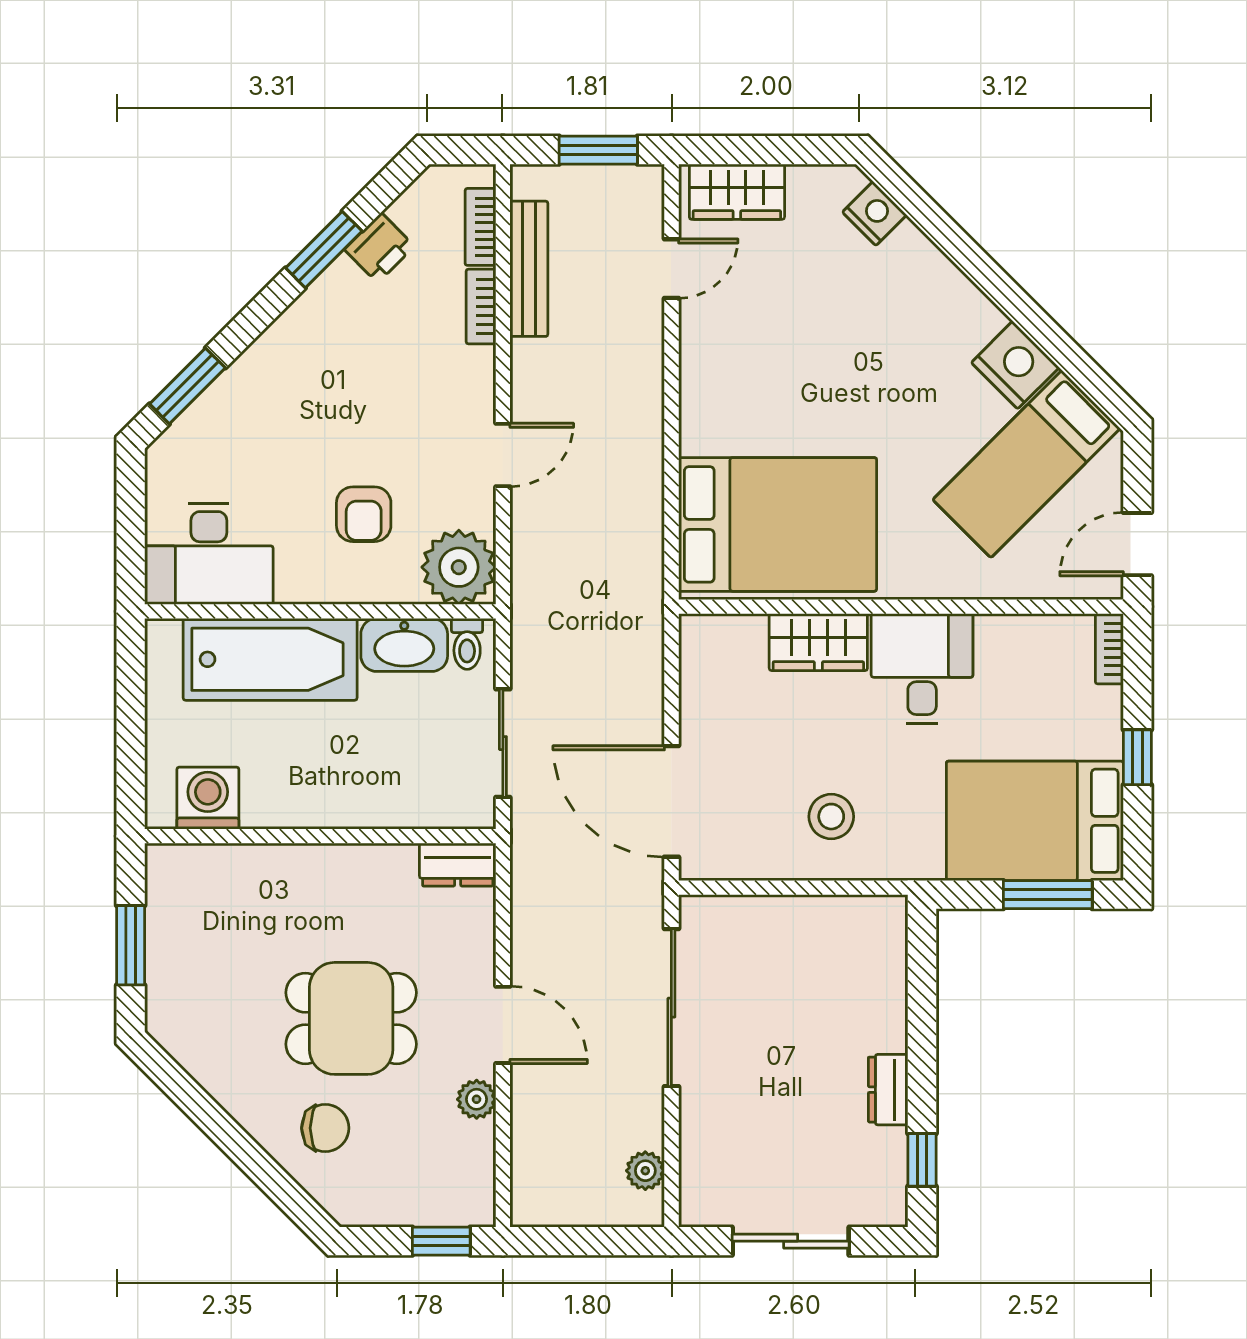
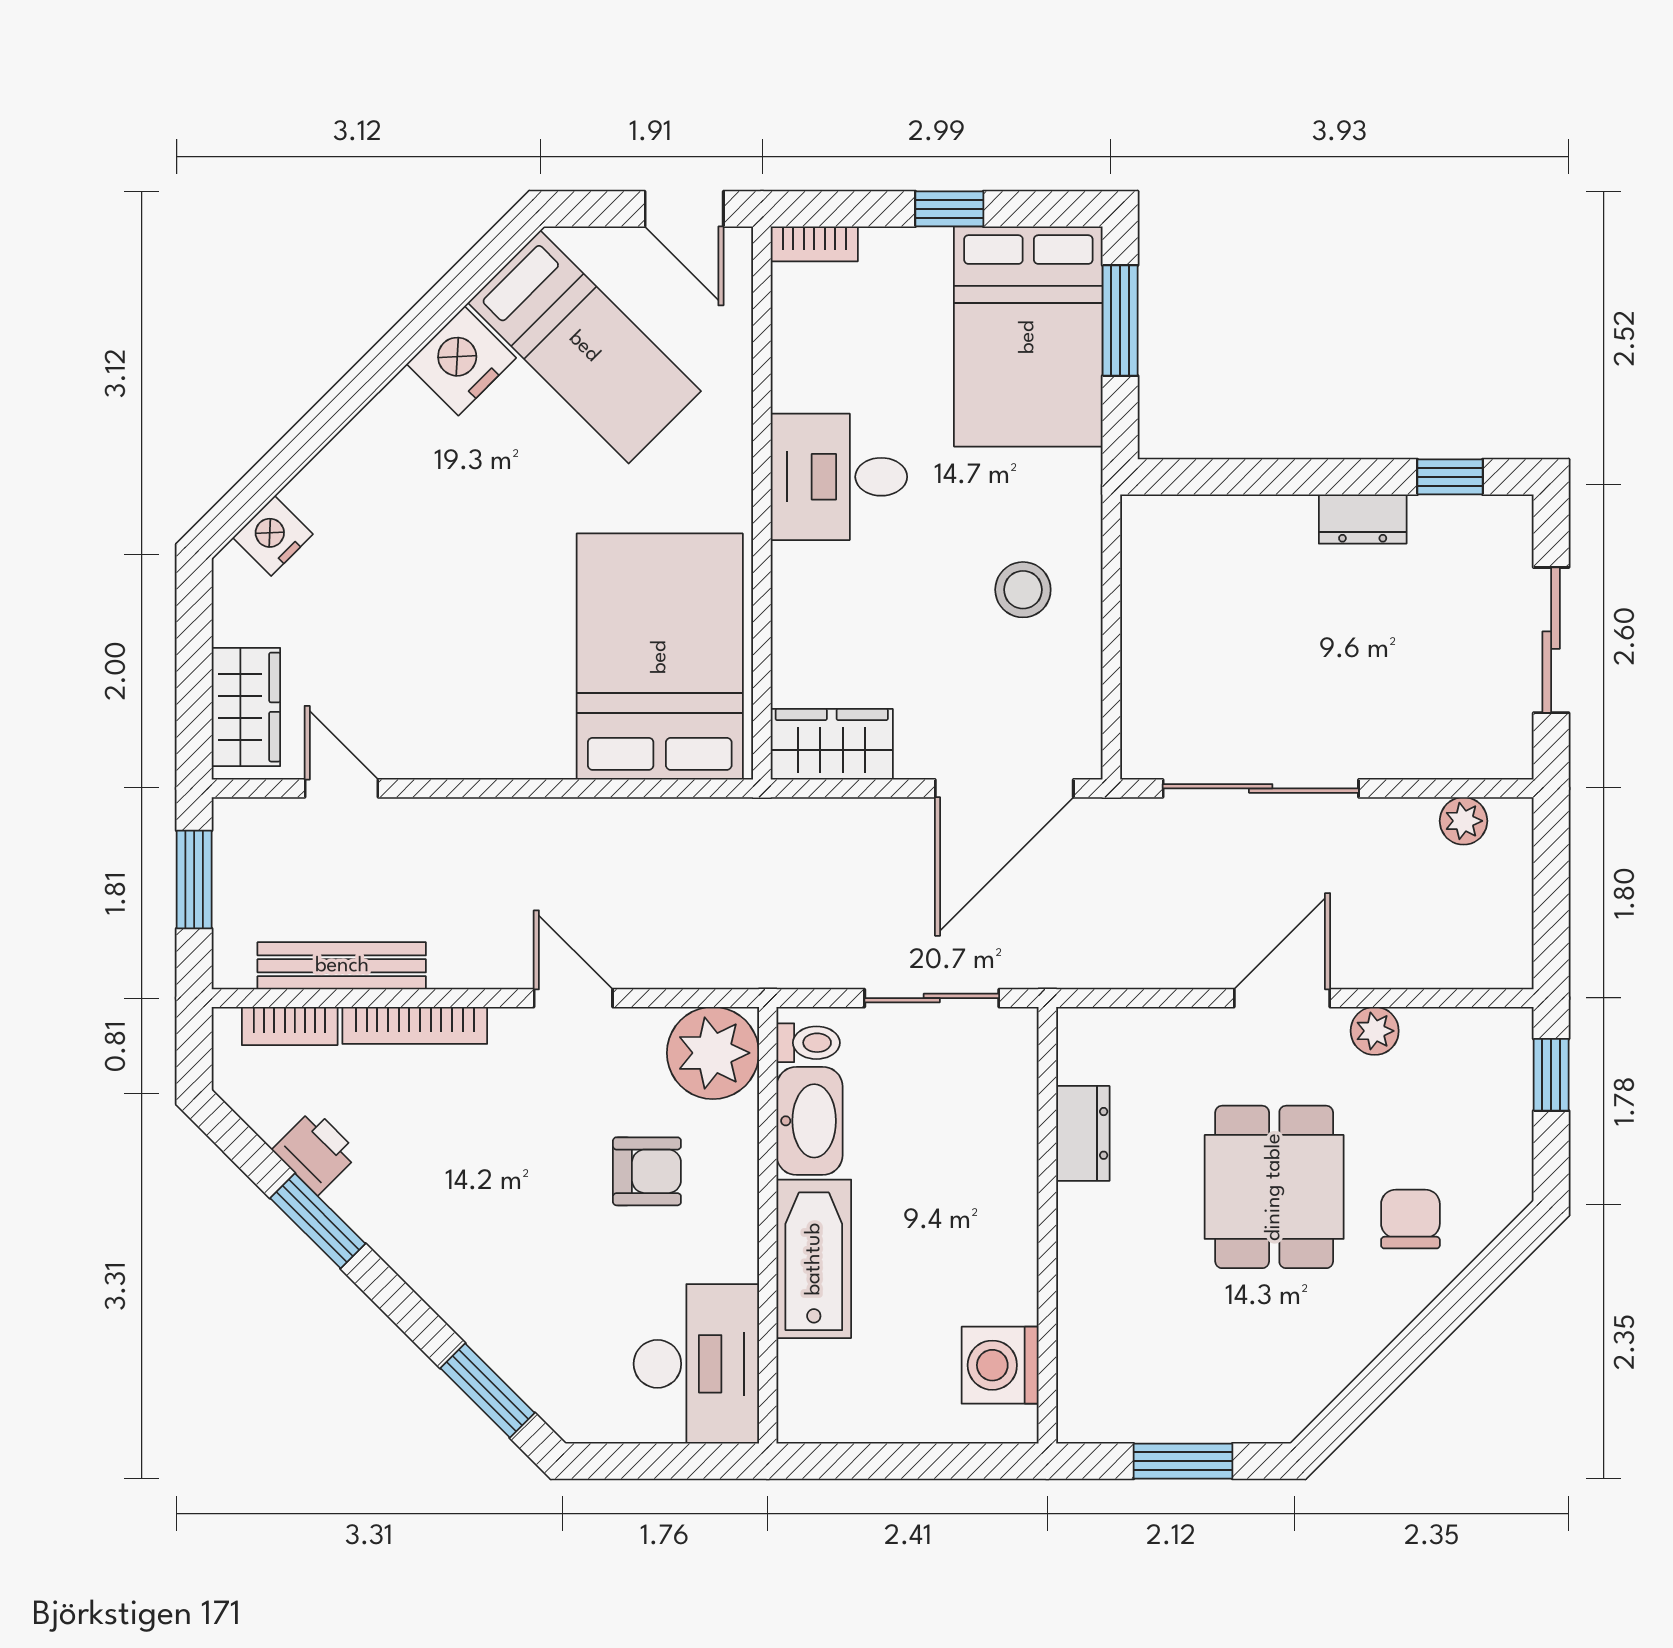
bookcase: (481, 307) -> (415, 1025), width x1.56
wardrobe: (818, 642) -> (832, 744), moved, turned -90
bathtub: (270, 659) -> (814, 1259), width x0.73, depth x0.73
dresser: (458, 865) -> (1083, 1133), moved

